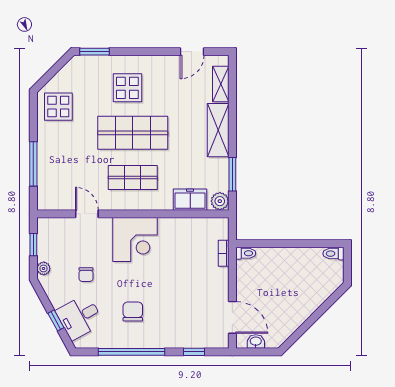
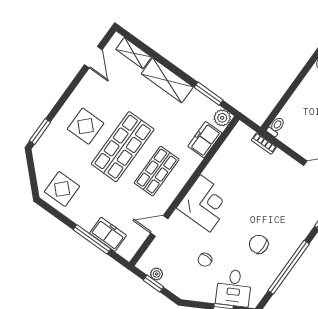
freezer: (48, 175) -> (108, 234), added
plant: (44, 268) -> (157, 274), moved
chair: (86, 275) -> (205, 260), turned 90

